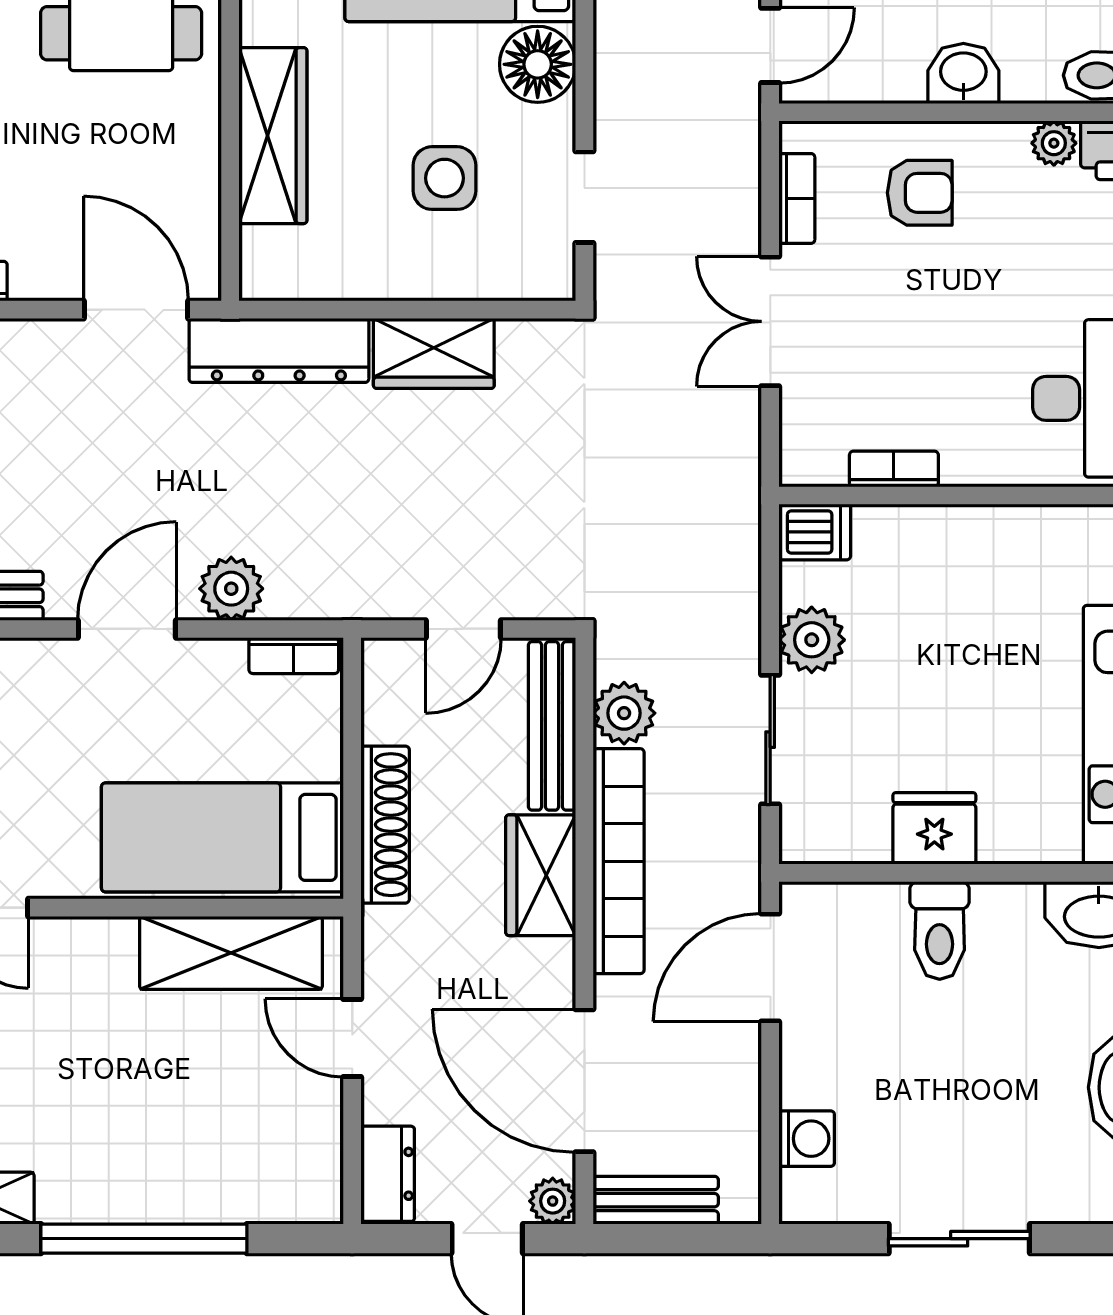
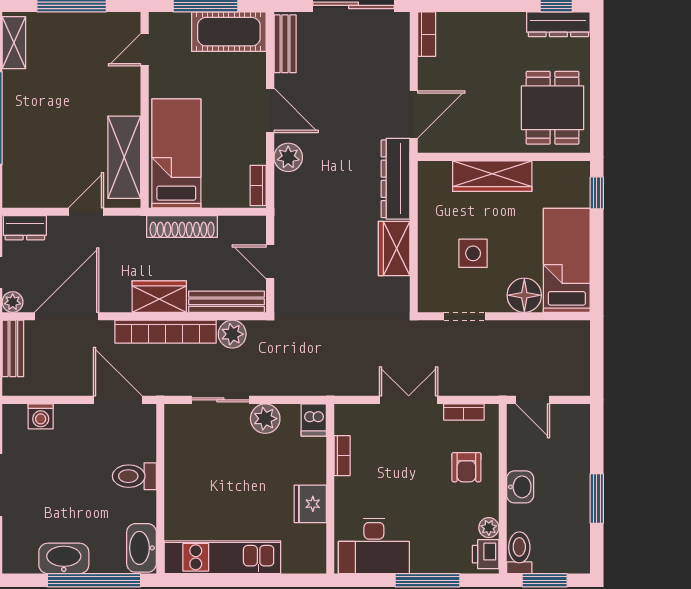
fridge: (934, 828) -> (310, 504), moved, turned 180

